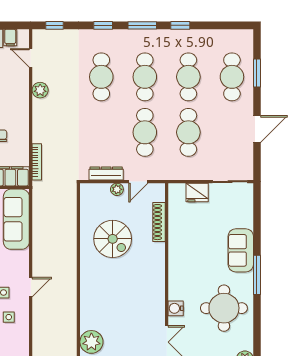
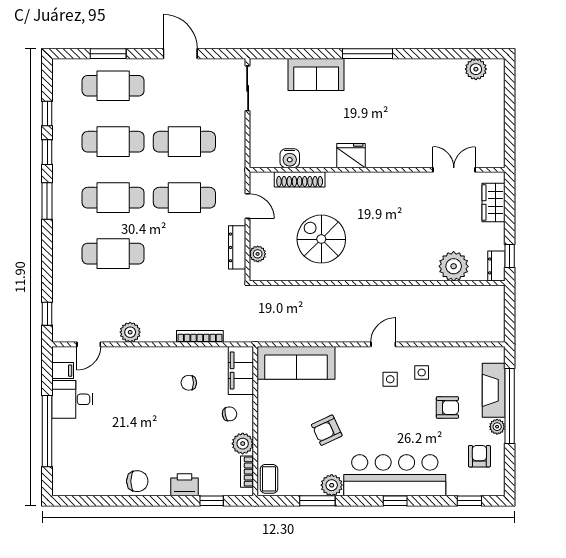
window: (103, 25) -> (47, 113), moved
bookcase: (37, 162) -> (200, 336), moved
plant: (117, 189) -> (258, 254), moved
fridge: (197, 193) -> (351, 156), moved, turned -90
spiral stairs: (113, 239) -> (321, 239), turned -90
sofa: (241, 250) -> (316, 74), moved
door: (31, 287) -> (383, 344), hinge flipped
water cooler: (176, 308) -> (290, 158), moved
round table: (224, 308) -> (410, 96), removed

